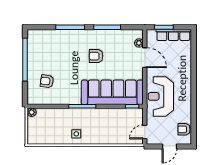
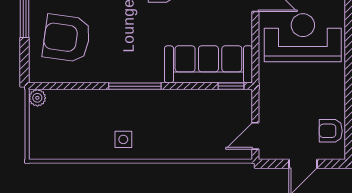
armchair: (47, 81) -> (67, 38), width x1.88, depth x1.88
sofa: (112, 92) -> (208, 64), width x0.74, depth x0.79
reception desk: (161, 96) -> (303, 38), moved, turned 90

